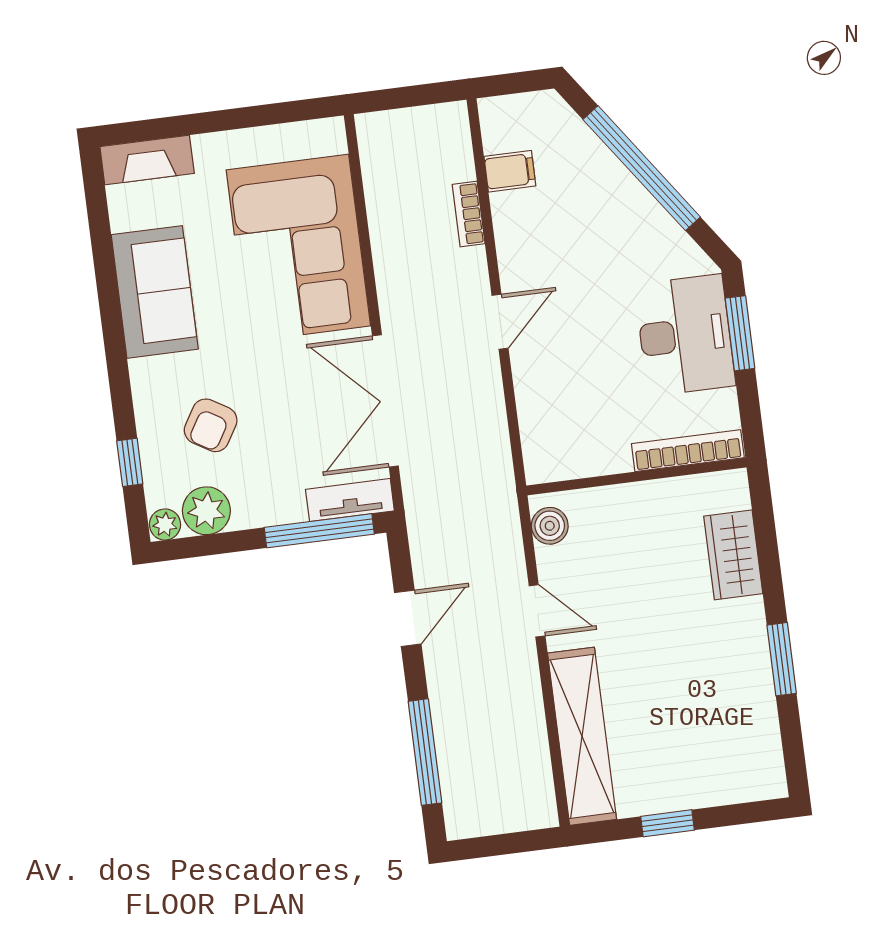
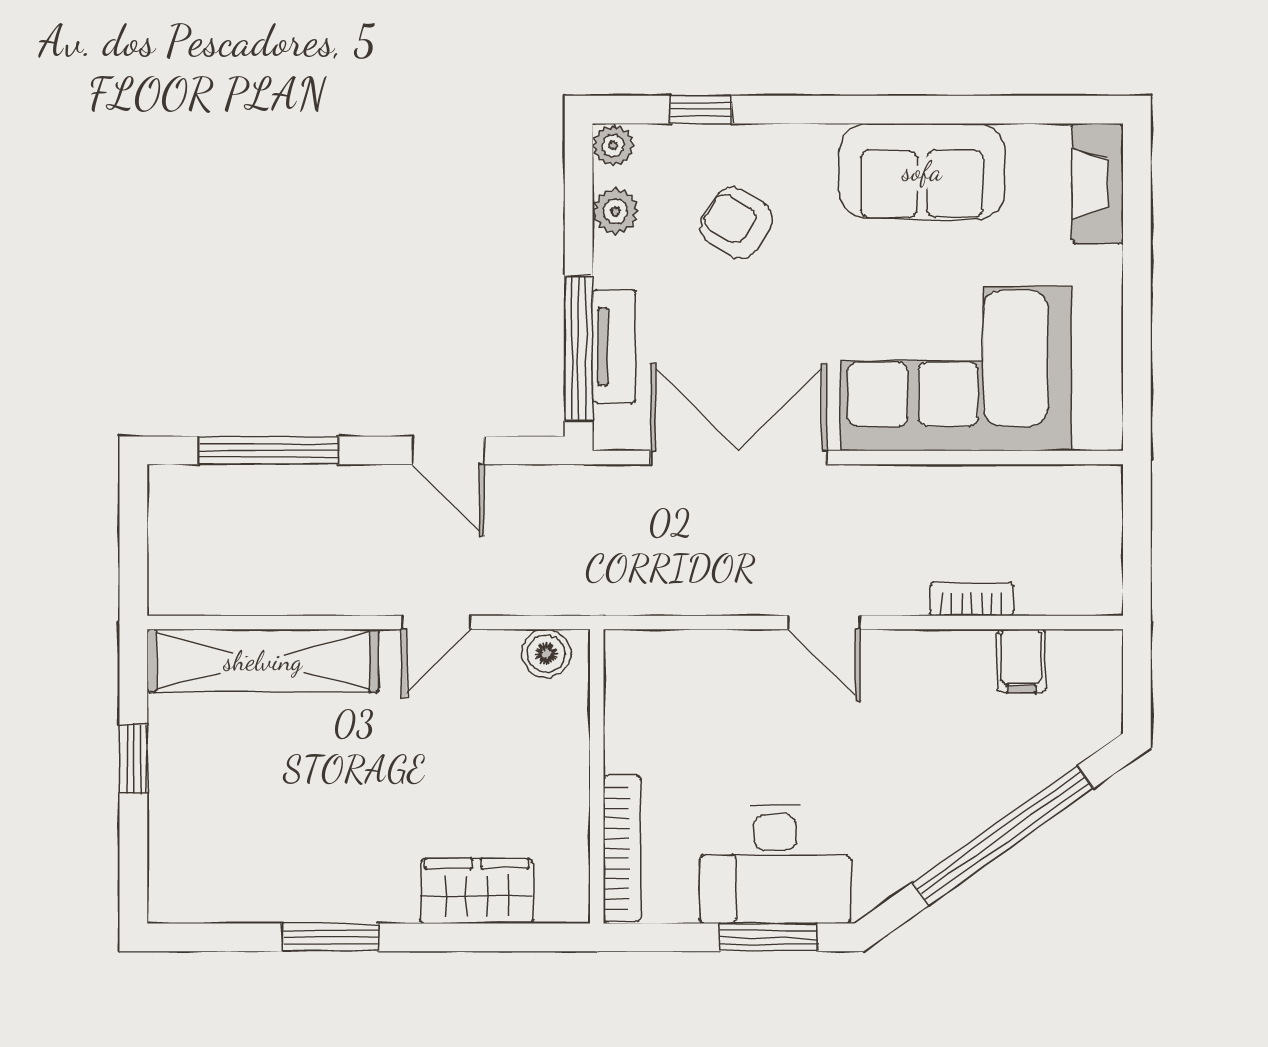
tv unit: (350, 500) -> (614, 346), moved
plant: (206, 511) -> (615, 211), width x0.73, depth x0.73

